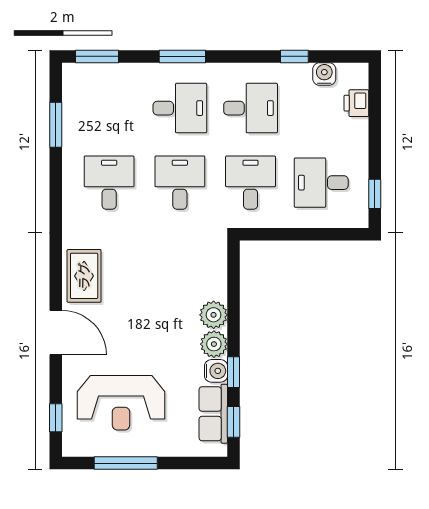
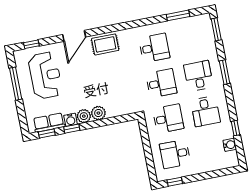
printer: (356, 103) -> (218, 164), removed
desk: (180, 108) -> (199, 76), turned 180
desk: (321, 183) -> (175, 154), turned -90
reception desk: (121, 403) -> (45, 75), turned 180

